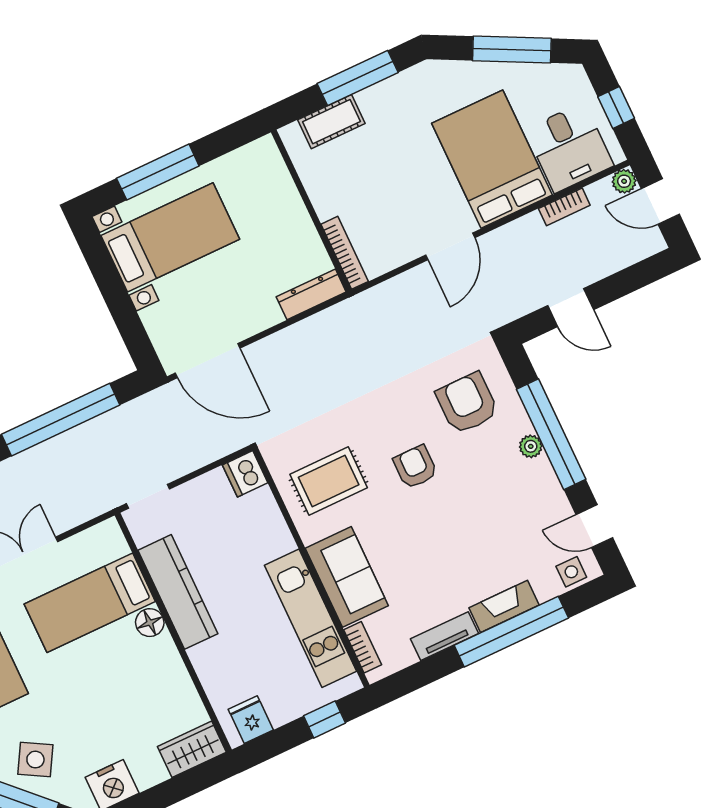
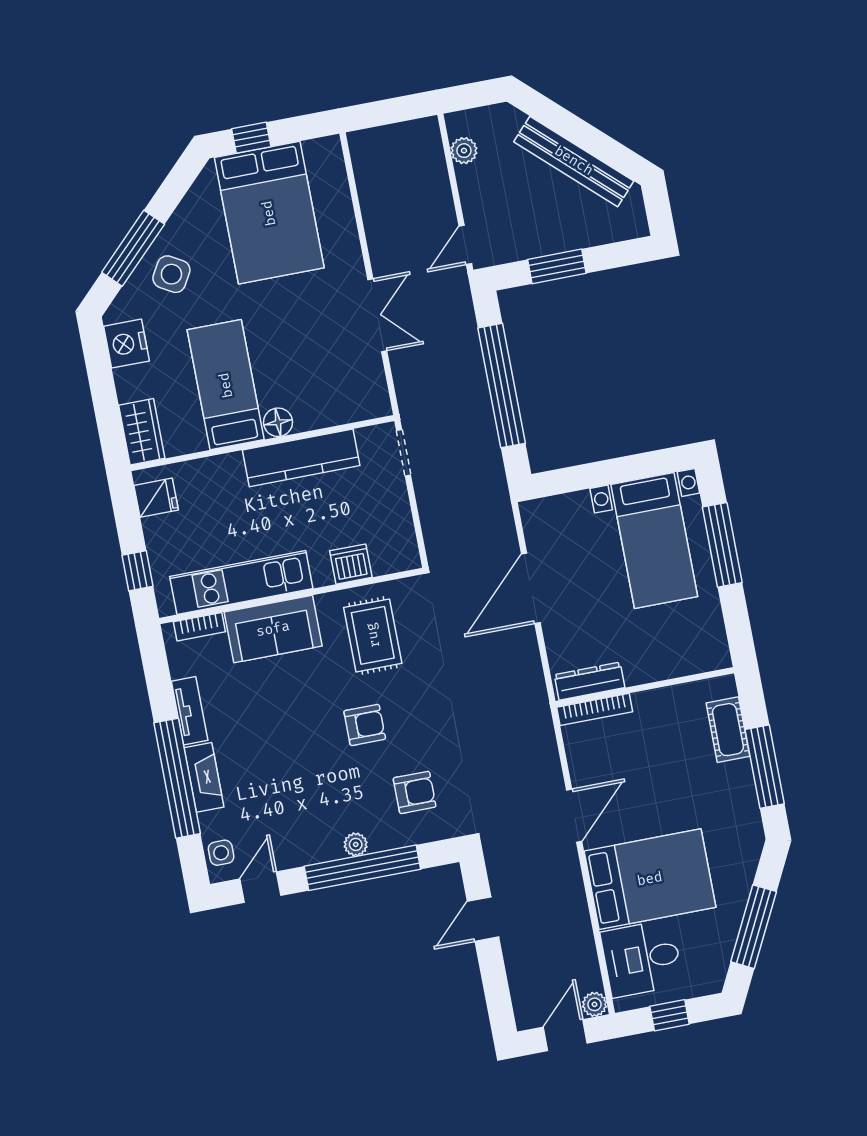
bookcase: (564, 207) -> (584, 939), removed
door: (450, 246) -> (574, 816), swing flipped
dresser: (311, 294) -> (589, 681), moved, turned -90
door: (208, 361) -> (531, 588), moved
armchair: (467, 403) -> (415, 792), width x0.72, depth x0.72
dishwasher: (245, 474) -> (351, 564), moved
bed: (90, 603) -> (226, 385), moved

